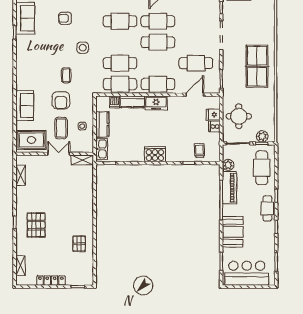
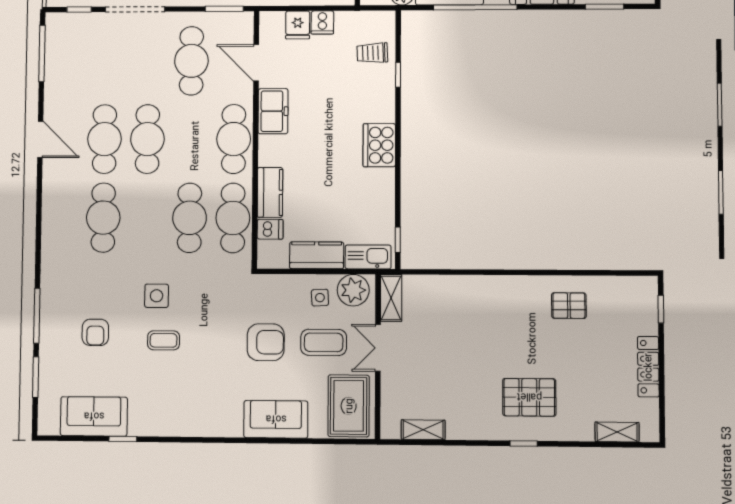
coffee table: (66, 75) -> (164, 340), moved
freezer: (156, 103) -> (273, 111), moved
plant: (86, 142) -> (353, 290), added

